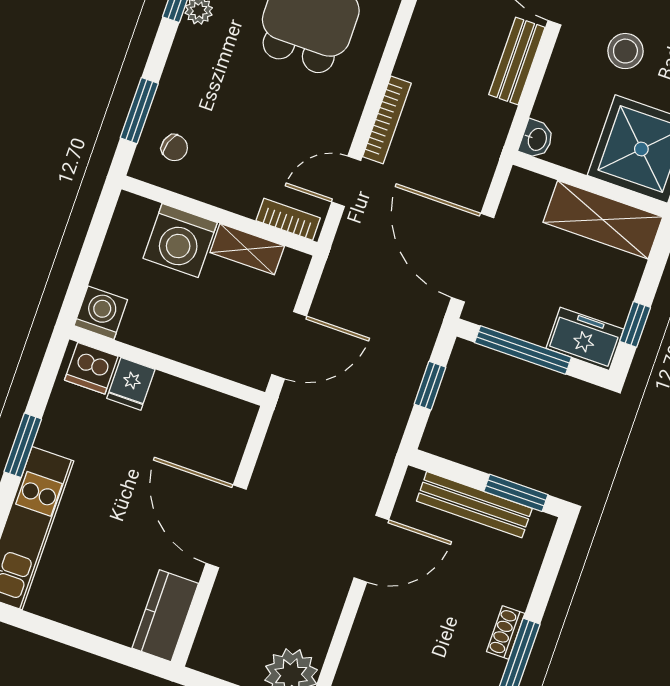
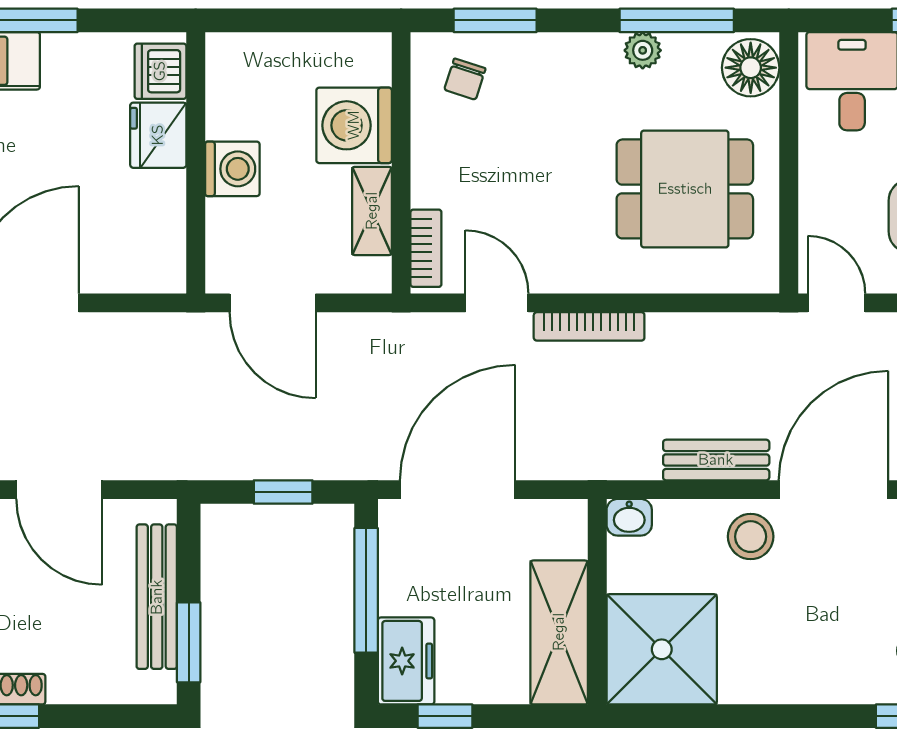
stool: (625, 51) -> (751, 537), moved
washing machine: (101, 313) -> (232, 169), moved
fridge: (131, 384) -> (158, 135), width x1.38

